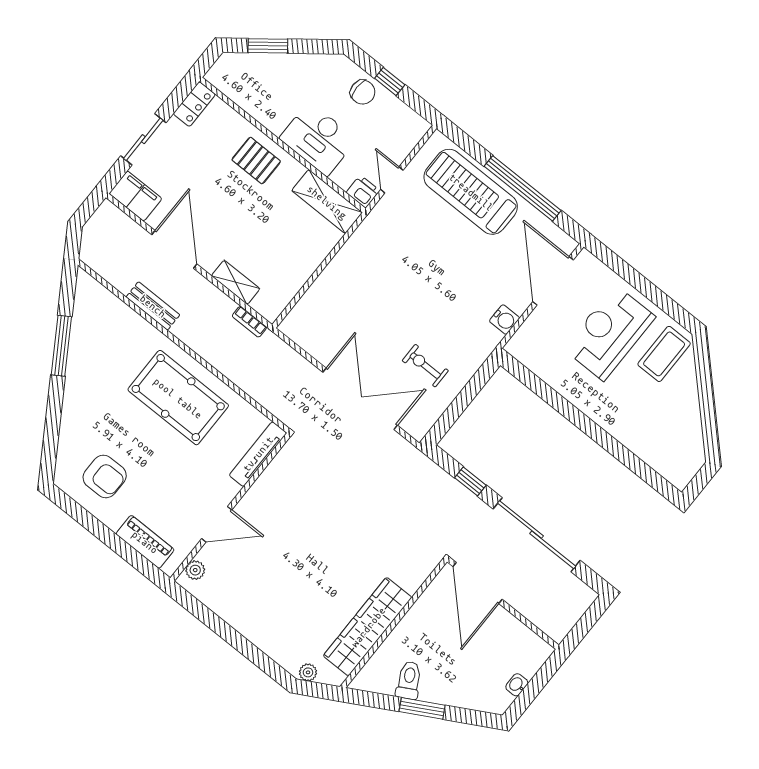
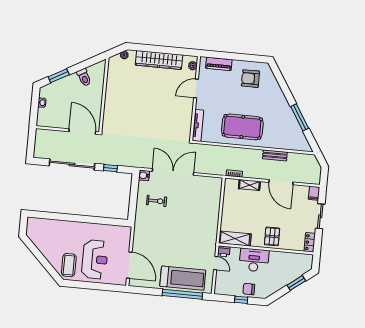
pallet: (256, 161) -> (272, 236), turned 90
window: (523, 188) -> (182, 294), moved
filing cabinet: (135, 196) -> (314, 193), width x0.50
water cooler: (504, 320) -> (144, 175), moved
double door: (360, 399) -> (173, 172), swing flipped
wardrobe: (368, 627) -> (159, 60), moved, turned 90
window: (422, 708) -> (59, 76), moved

